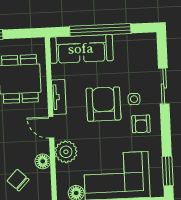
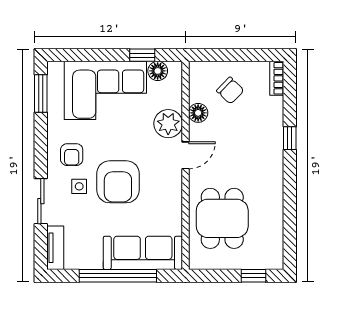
tv unit: (59, 97) -> (55, 248), moved, turned 180
armchair: (141, 124) -> (72, 155), turned 180
door: (51, 127) -> (186, 155), hinge flipped

